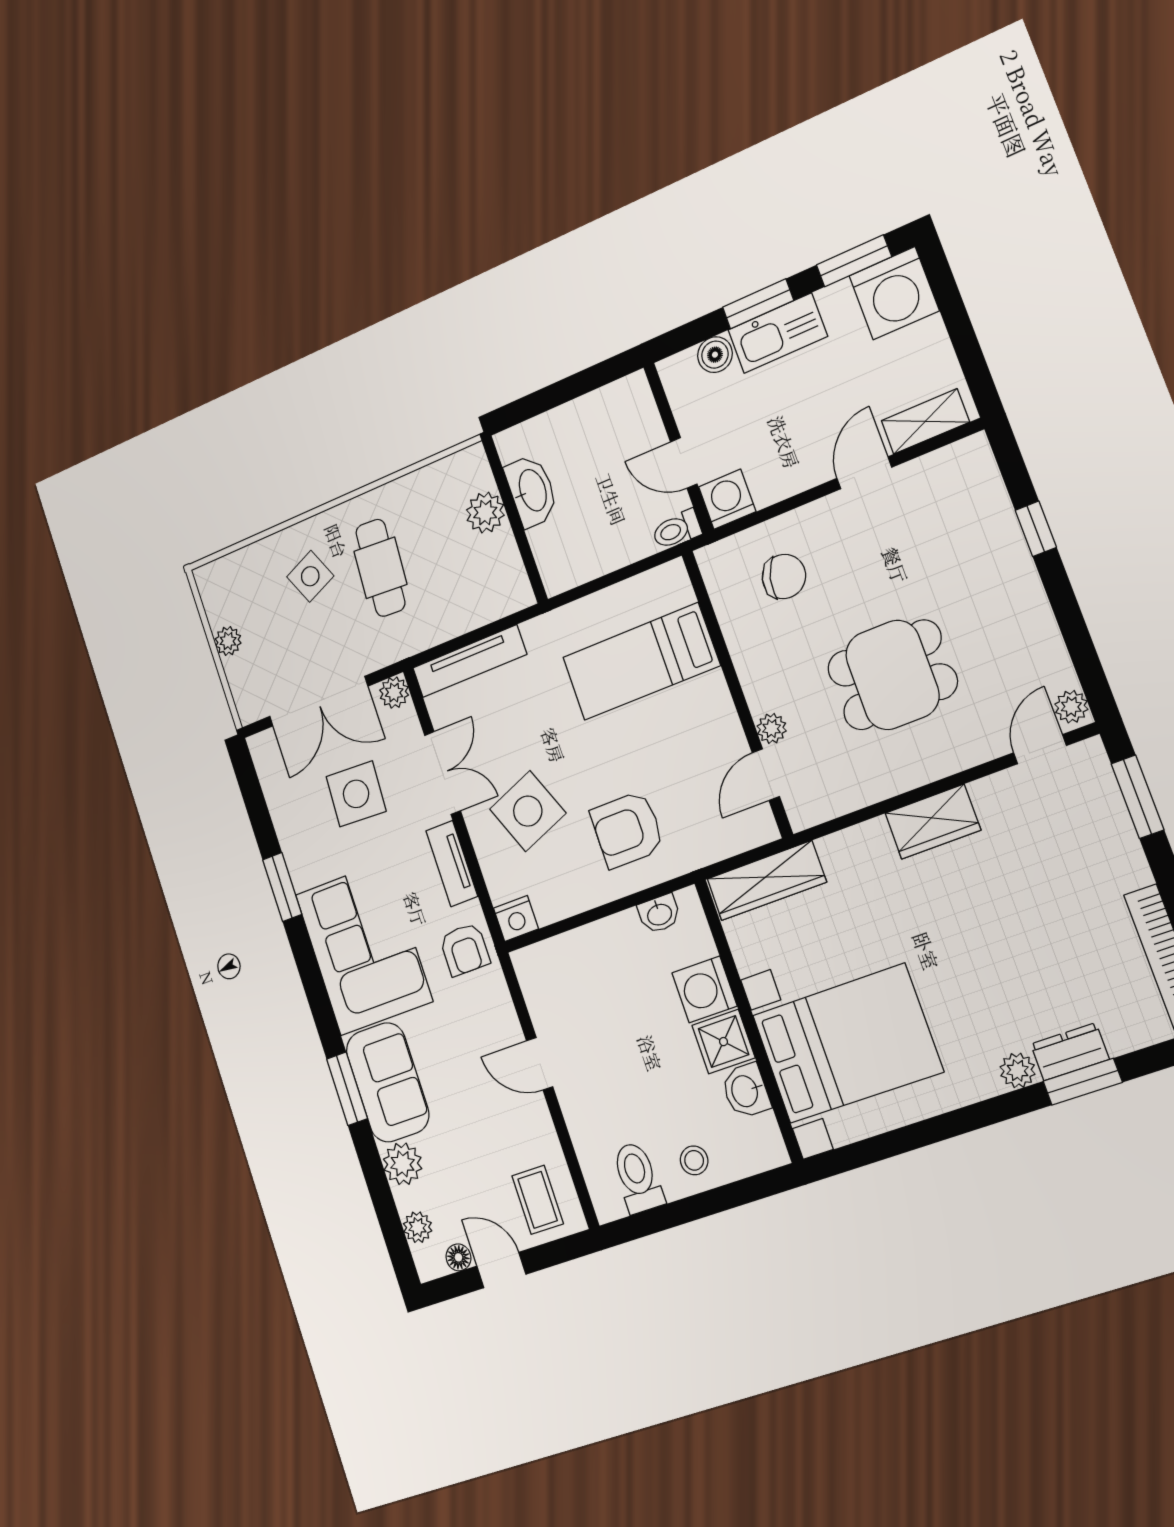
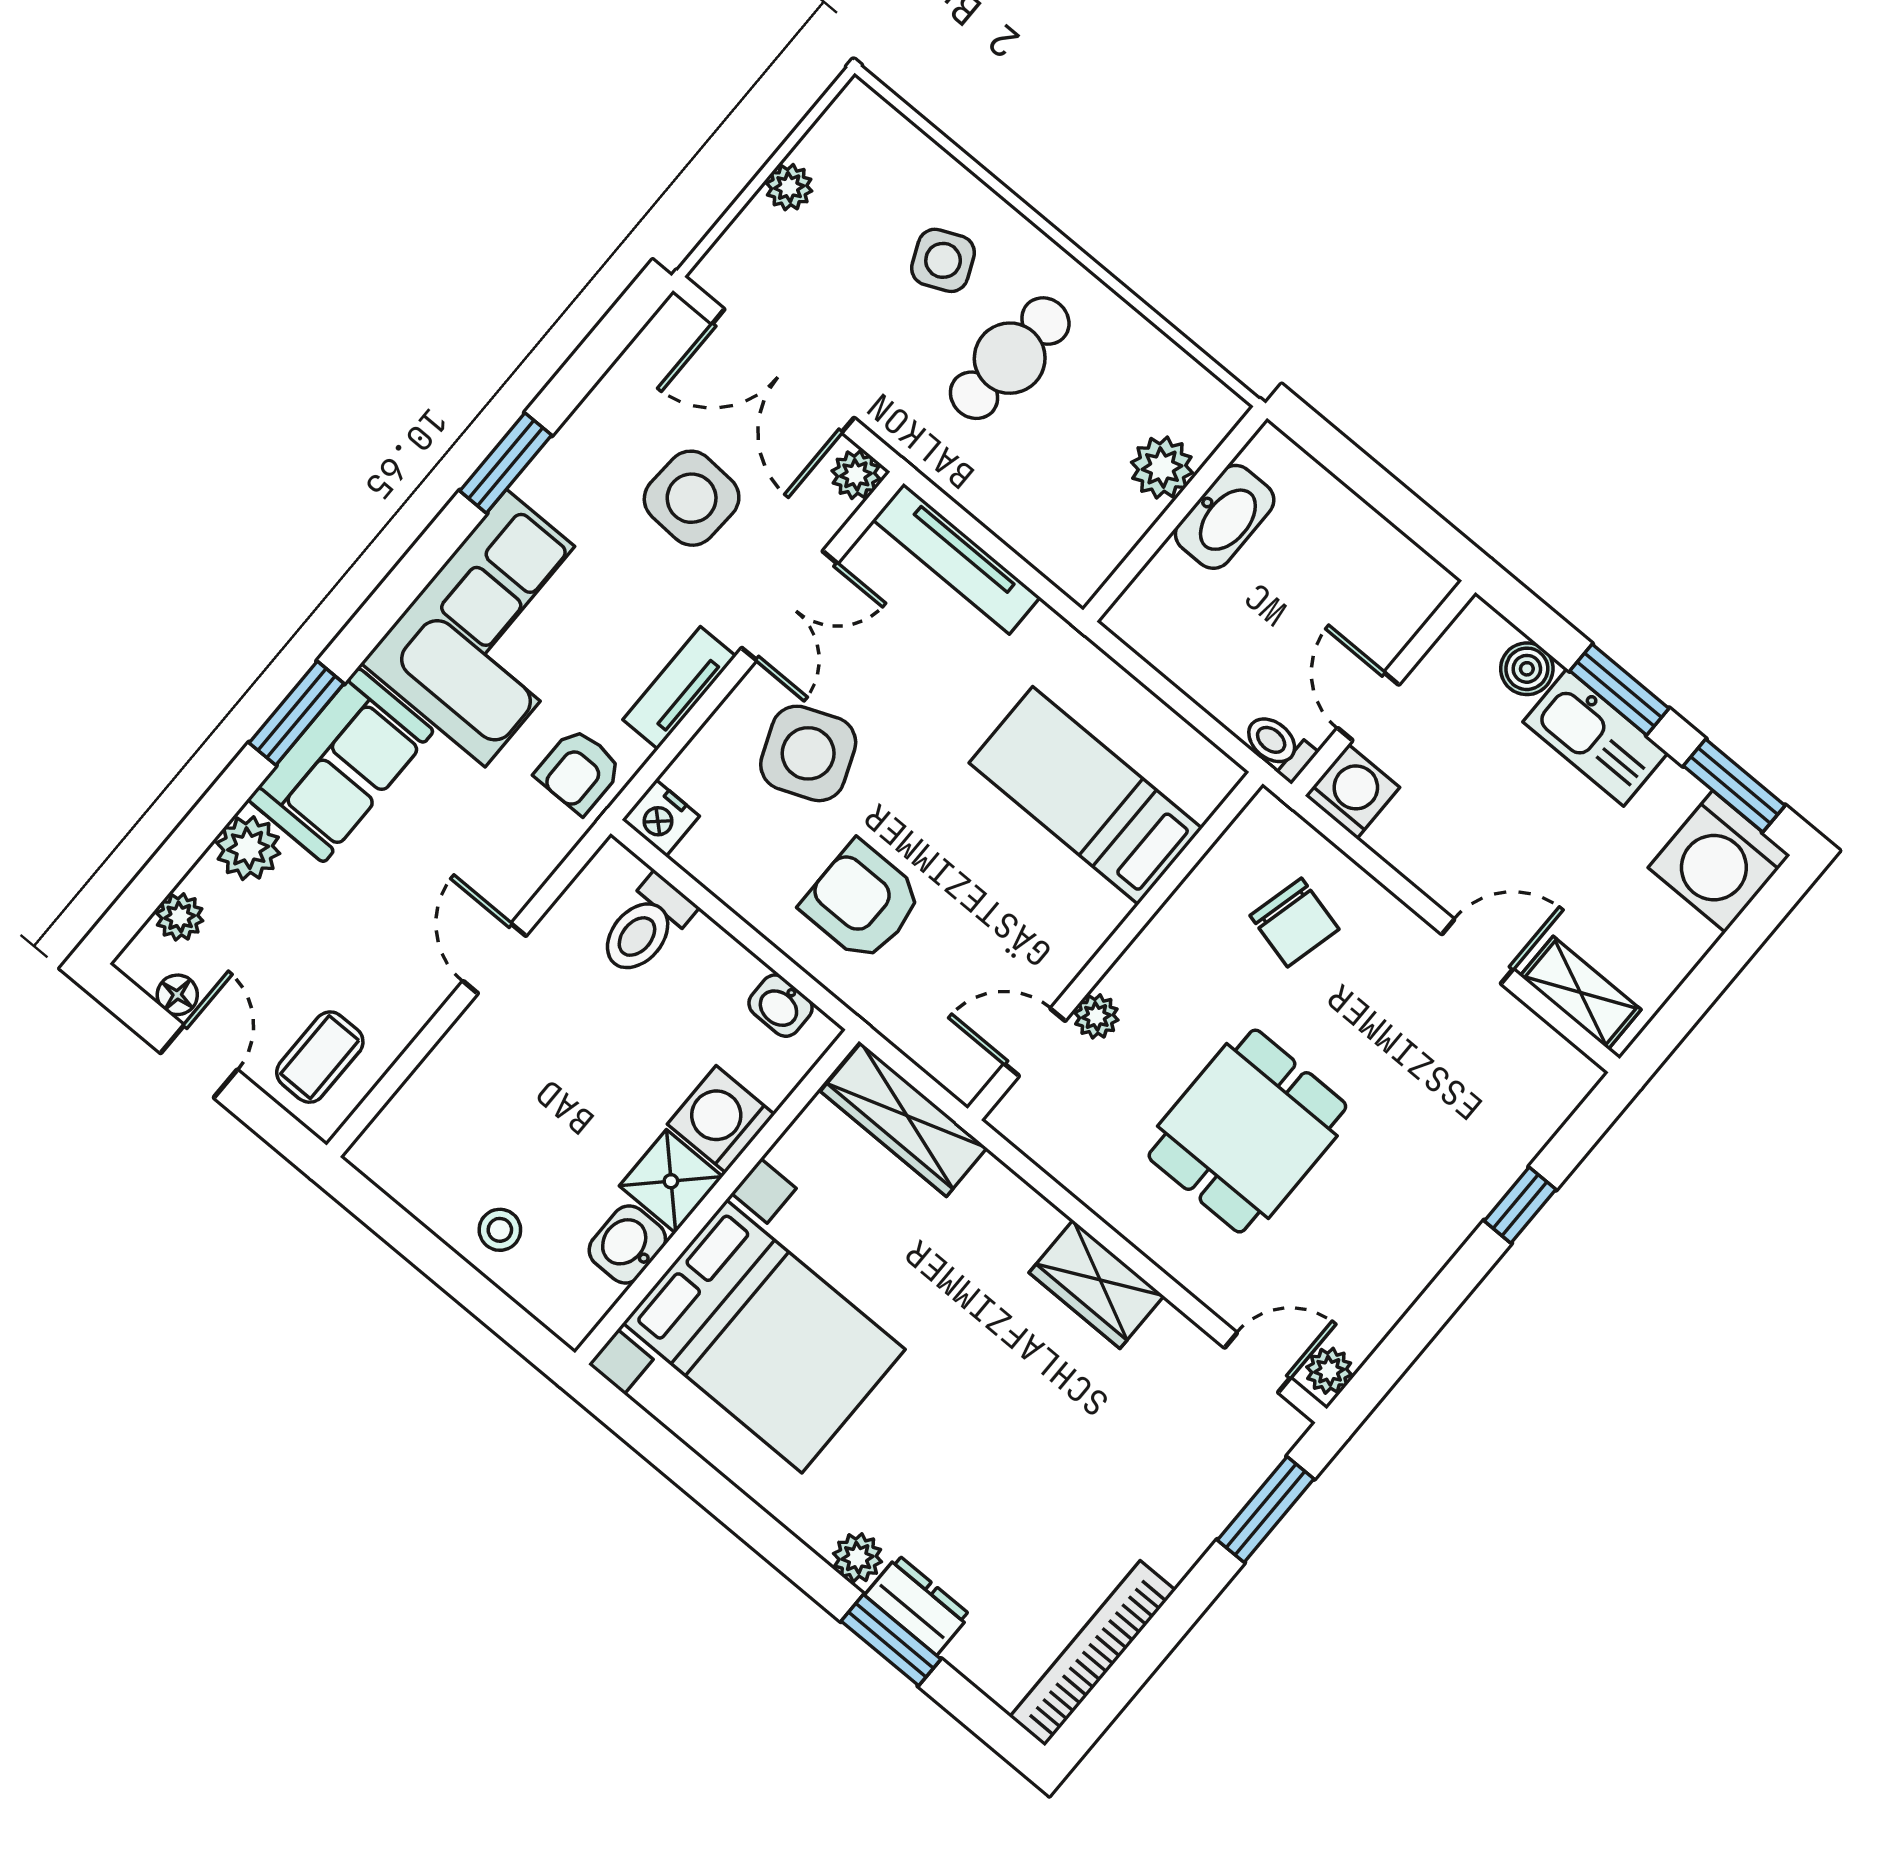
dining table: (892, 675) -> (1247, 1131), turned 90
toilet: (638, 1177) -> (646, 926), moved, turned 180

